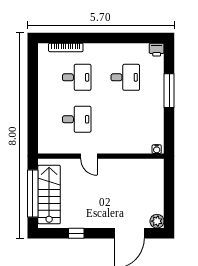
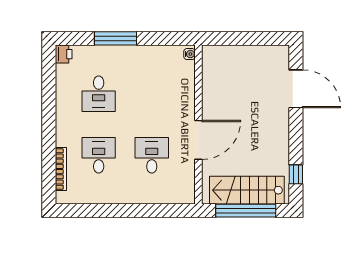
desk: (125, 77) -> (99, 94), turned 180
door: (89, 156) -> (198, 140), width x1.88
plant: (157, 221) -> (281, 54), removed
window: (76, 233) -> (296, 174), moved

